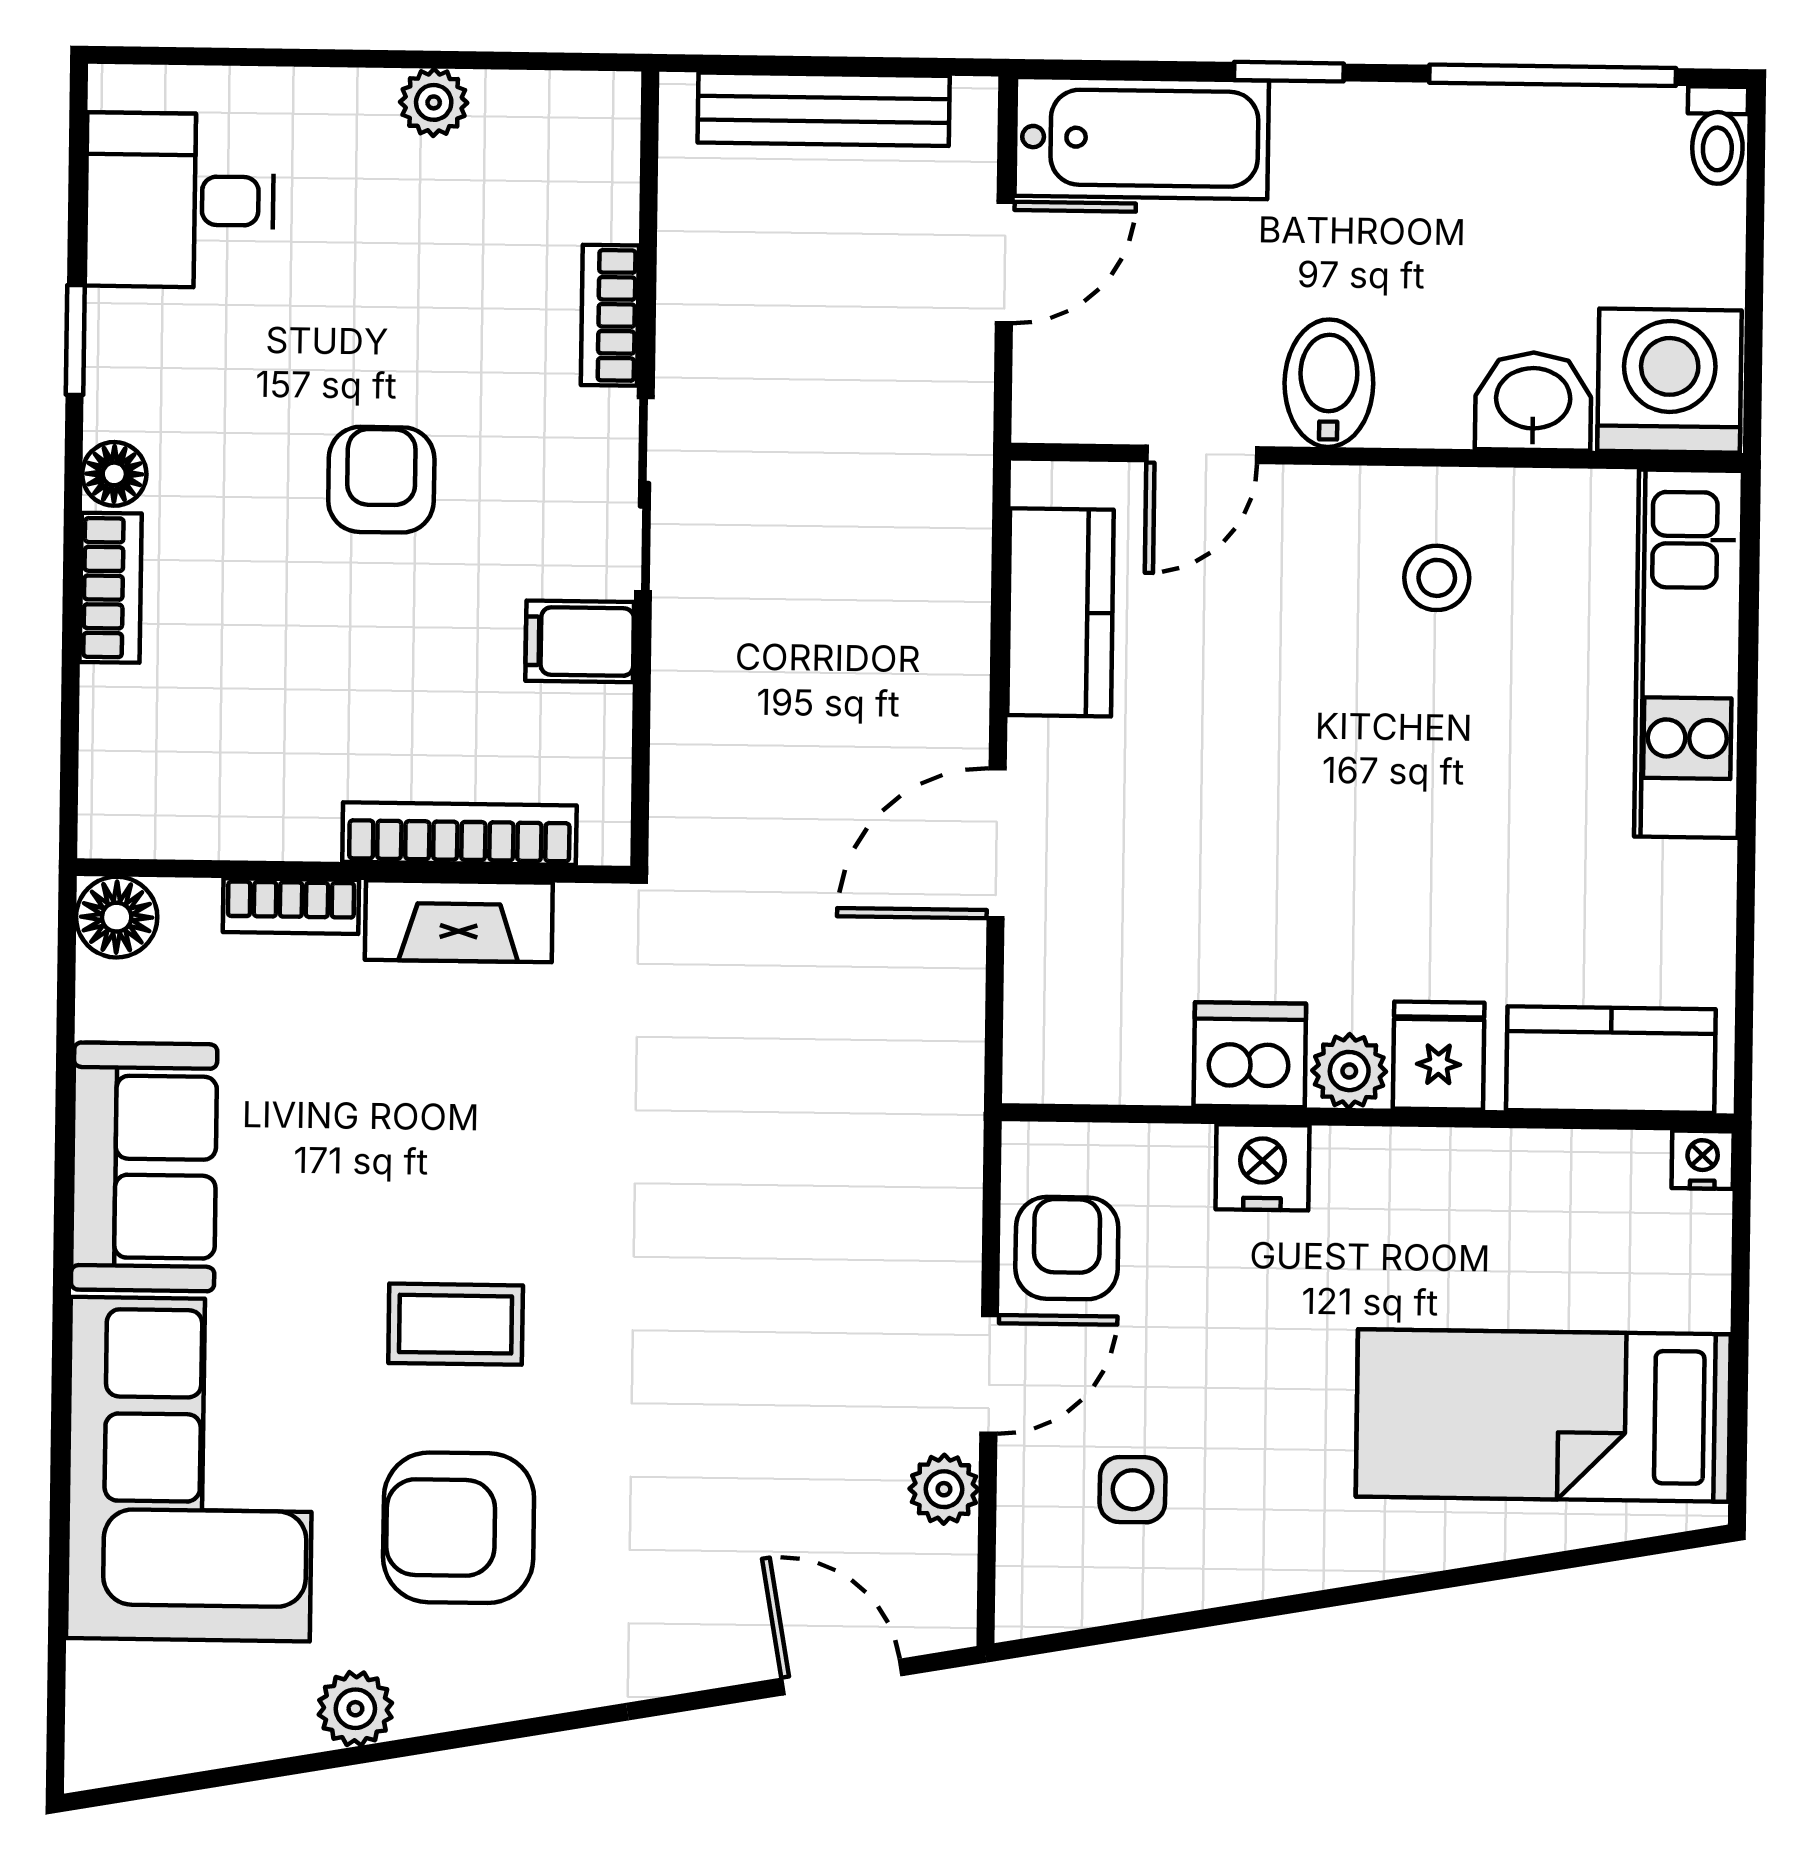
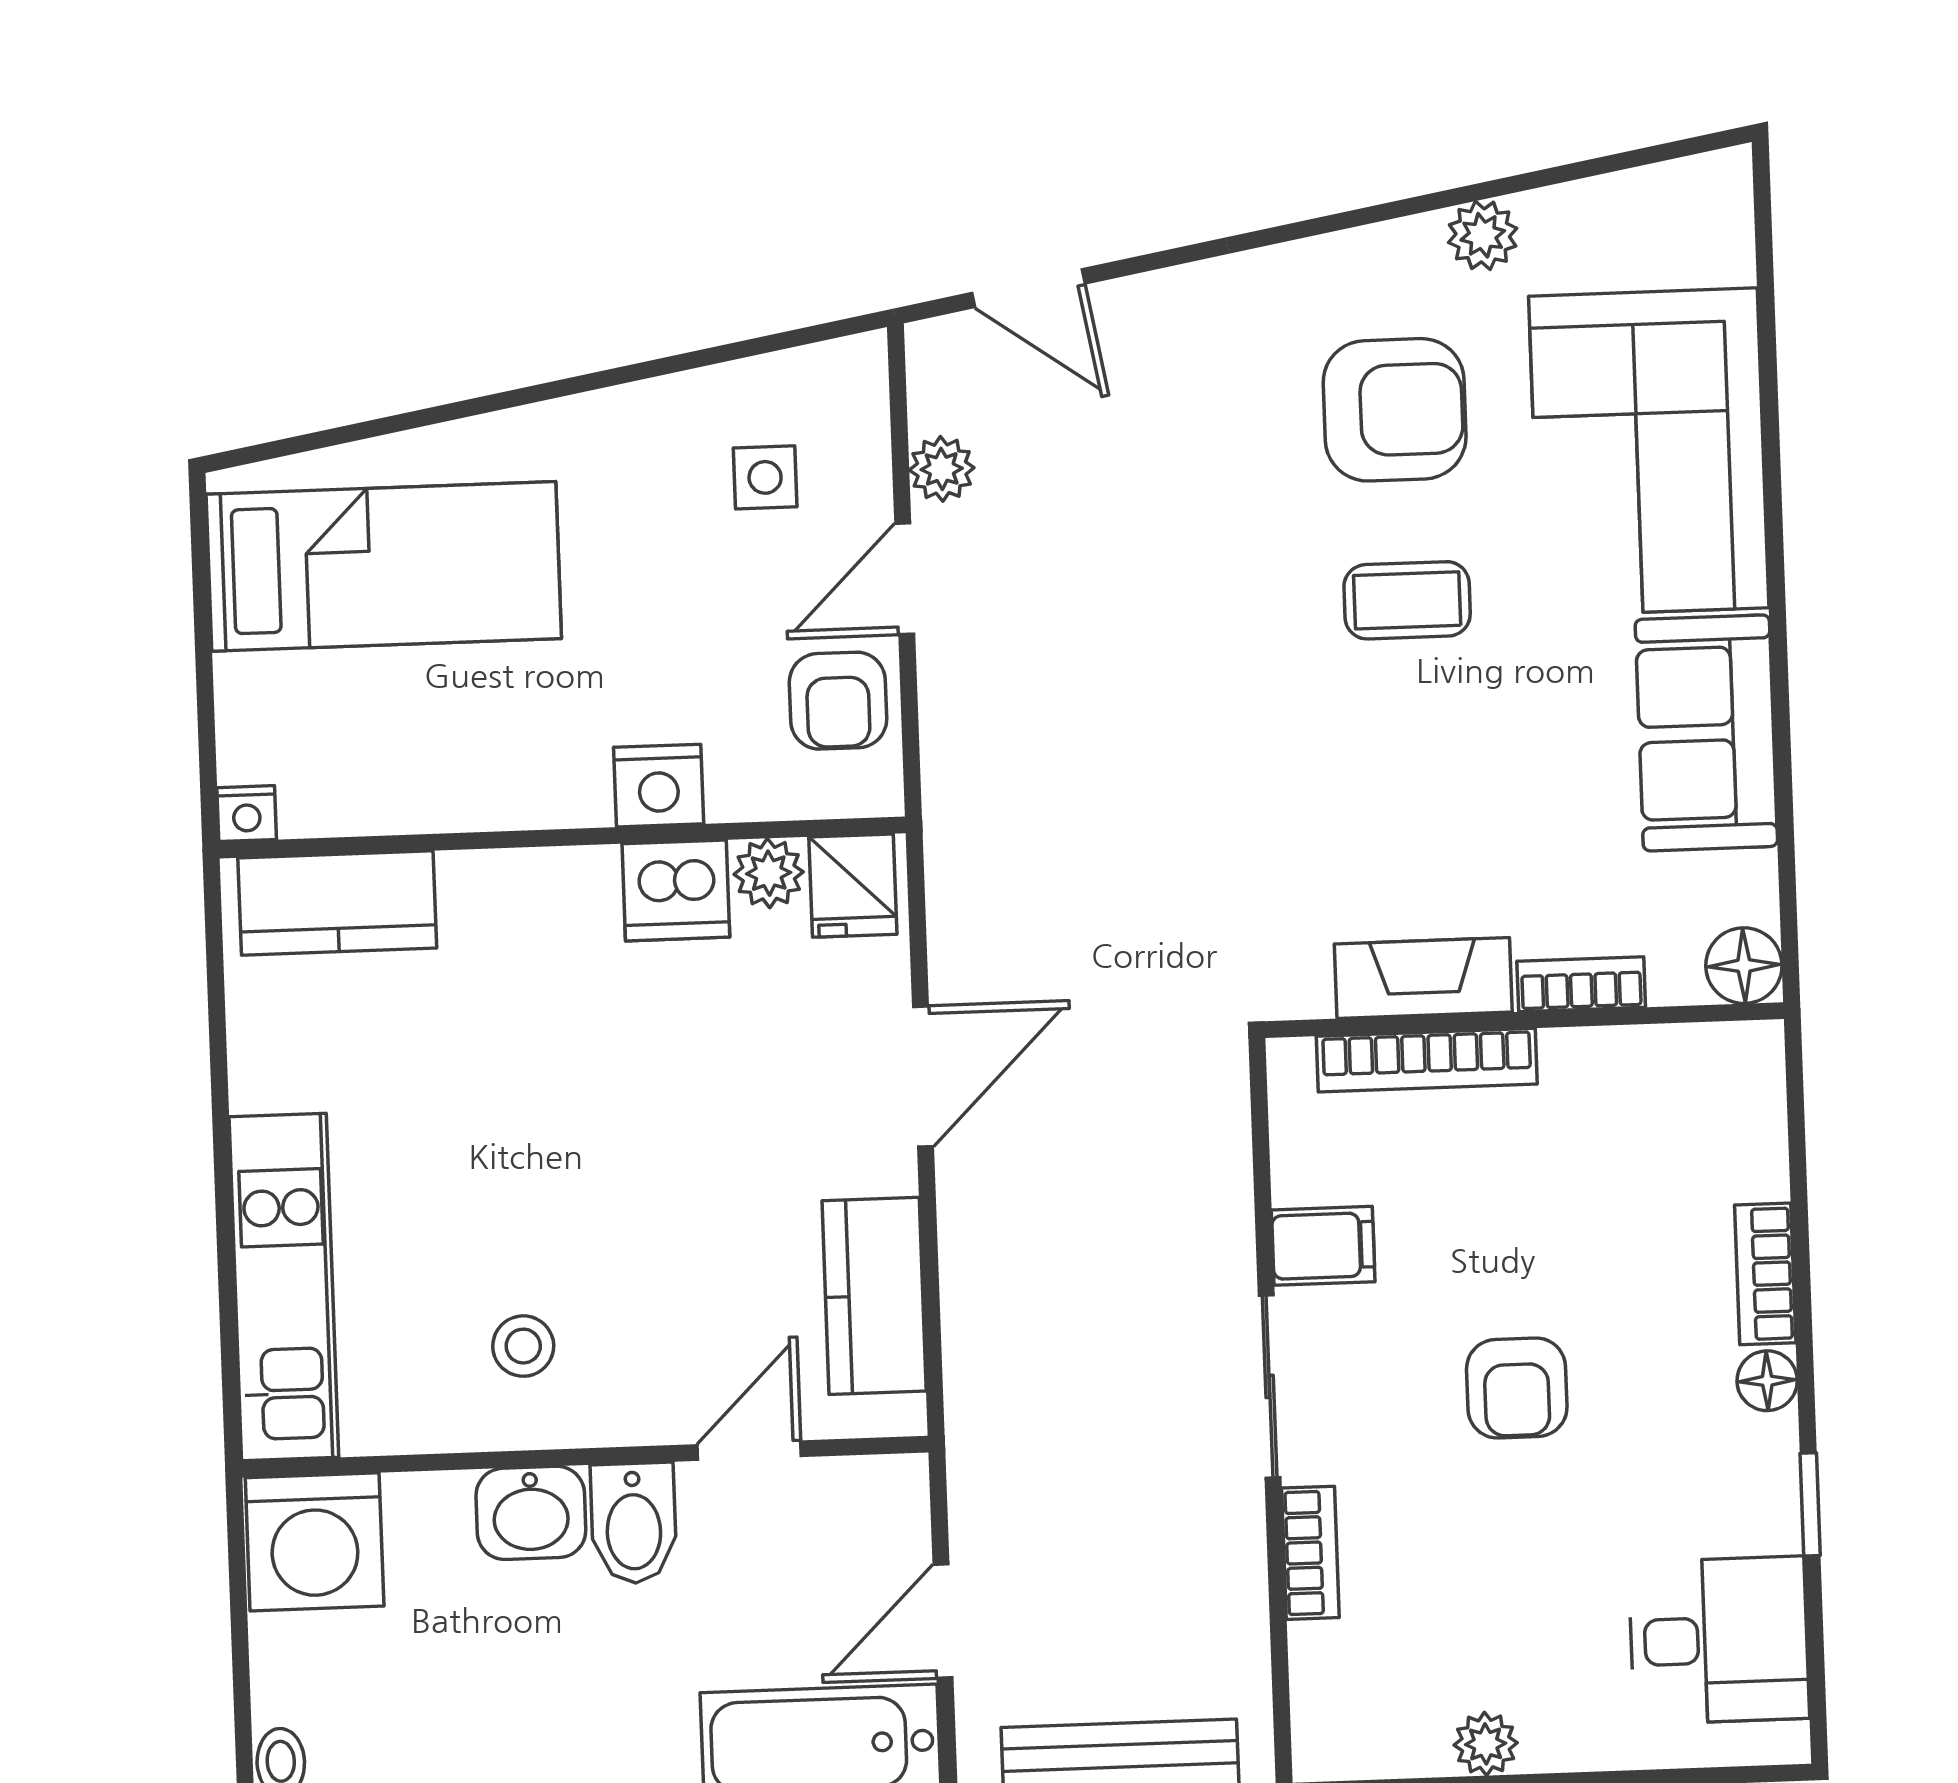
washbasin: (1533, 401) -> (531, 1513), moved
fridge: (1439, 1056) -> (853, 886), moved
plant: (1349, 1071) -> (769, 873), moved

